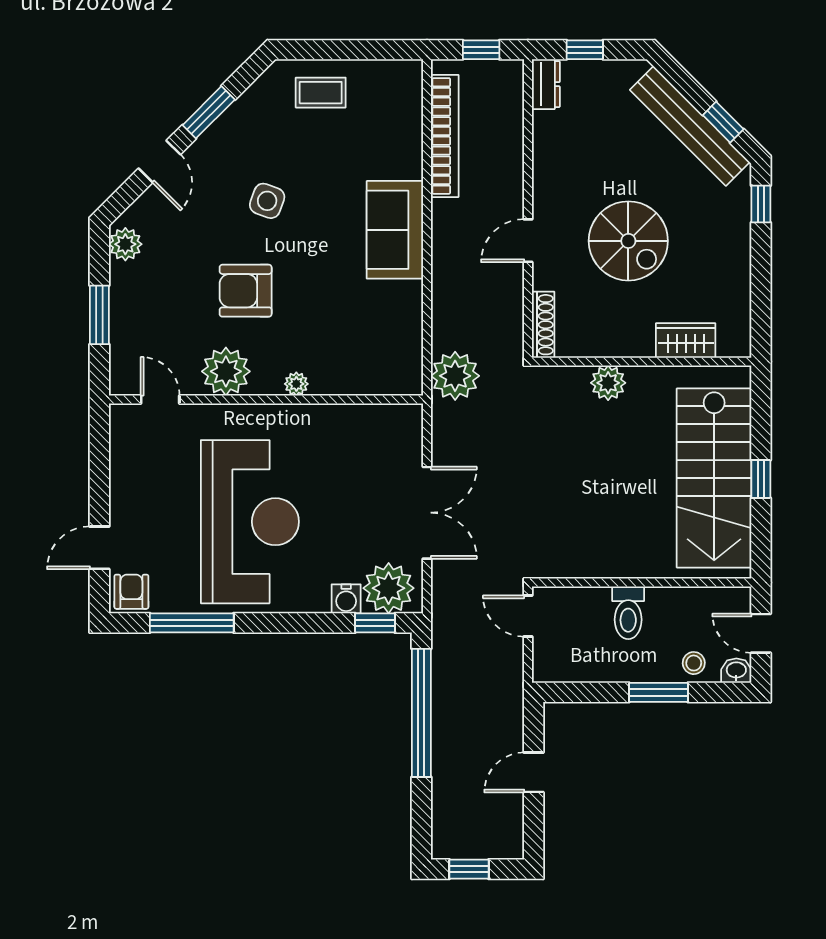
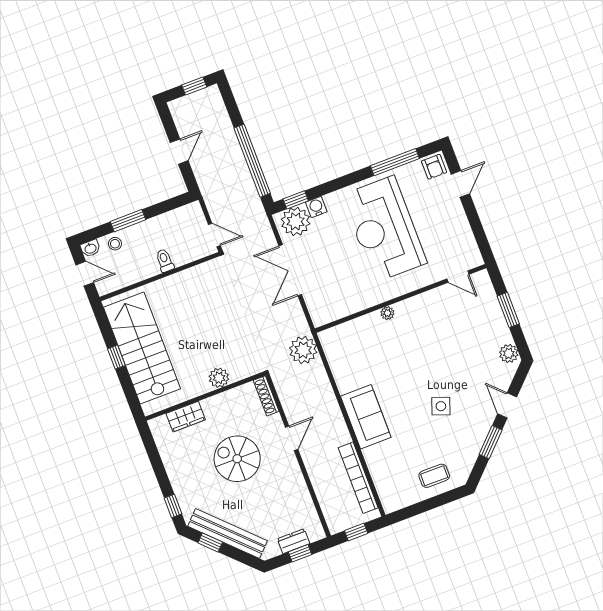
dresser: (546, 84) -> (293, 541), moved, turned 90
armchair: (246, 291) -> (434, 353), removed
plant: (226, 371) -> (428, 305), removed
toilet: (628, 613) -> (165, 261), width x0.73, depth x0.72

